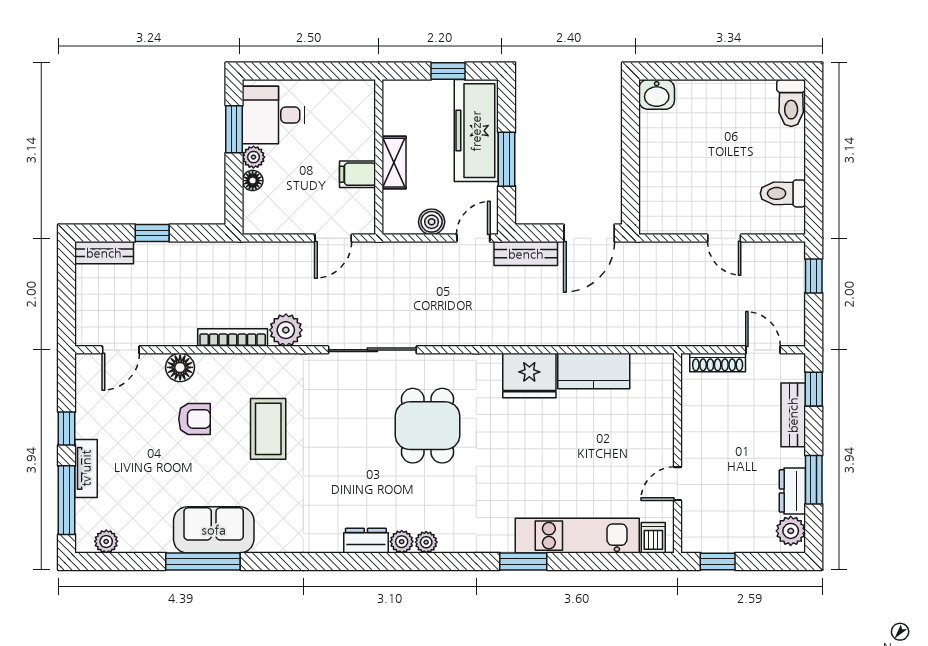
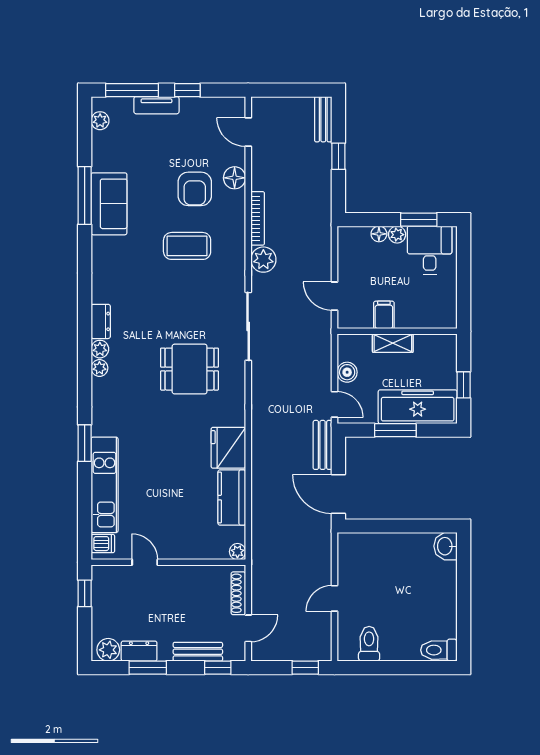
plant: (664, 364) -> (237, 552), added
armchair: (194, 419) -> (195, 189), width x1.38, depth x1.38

